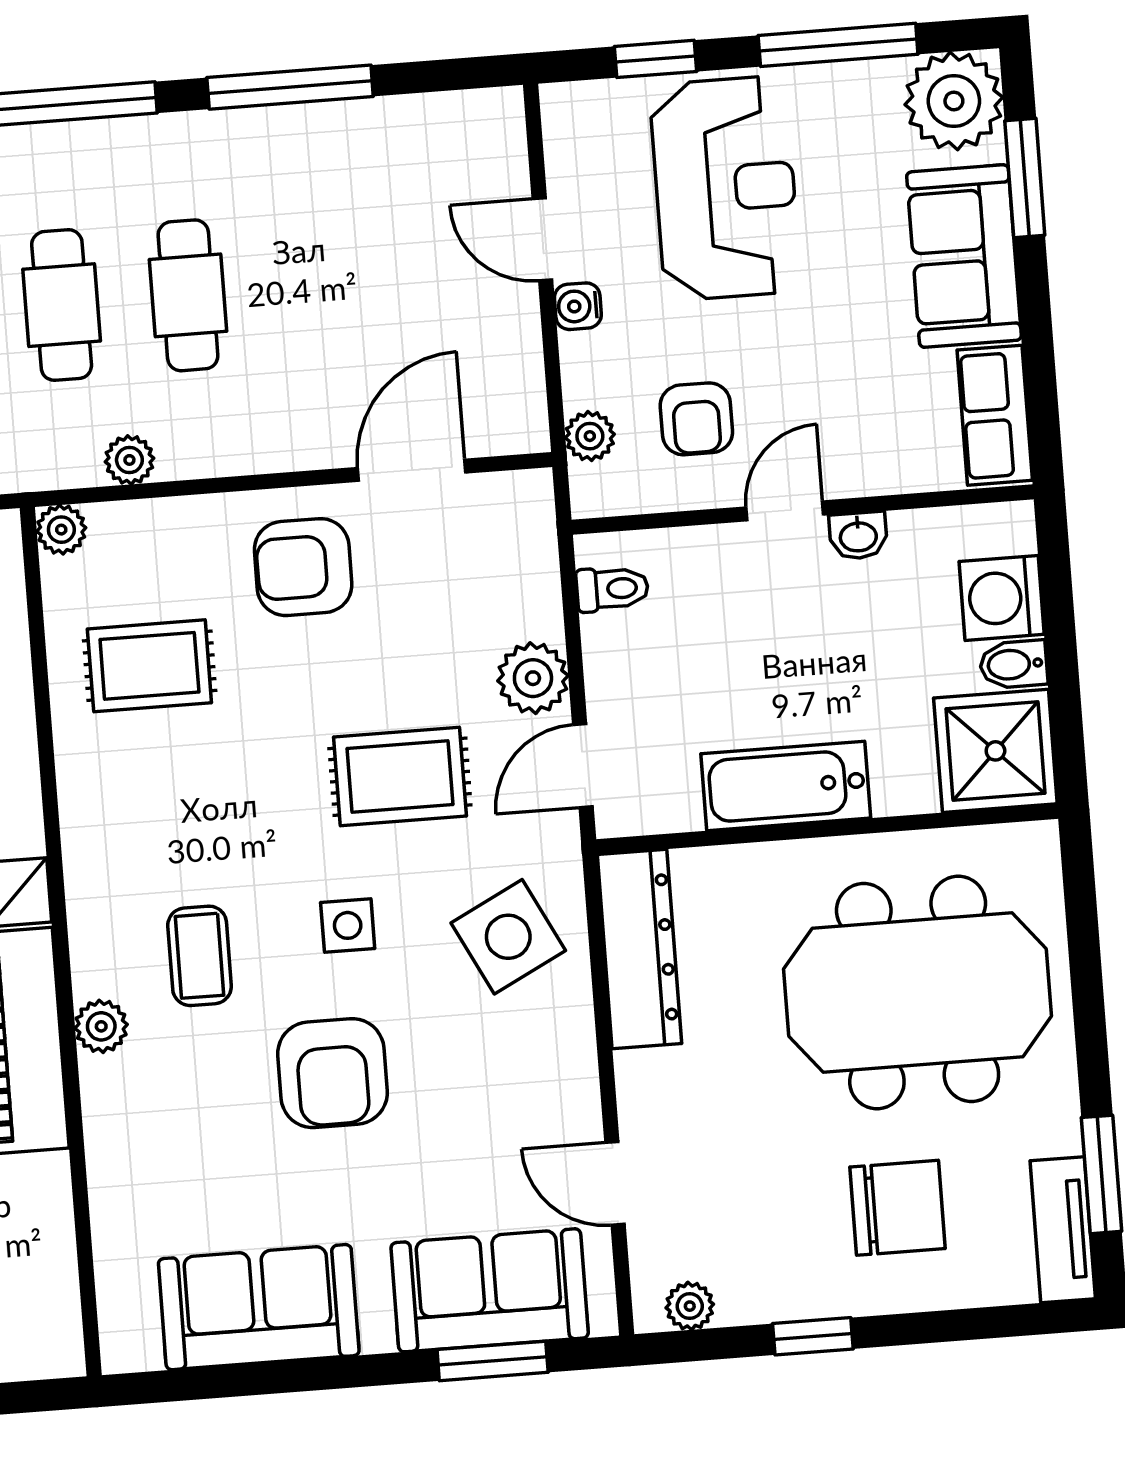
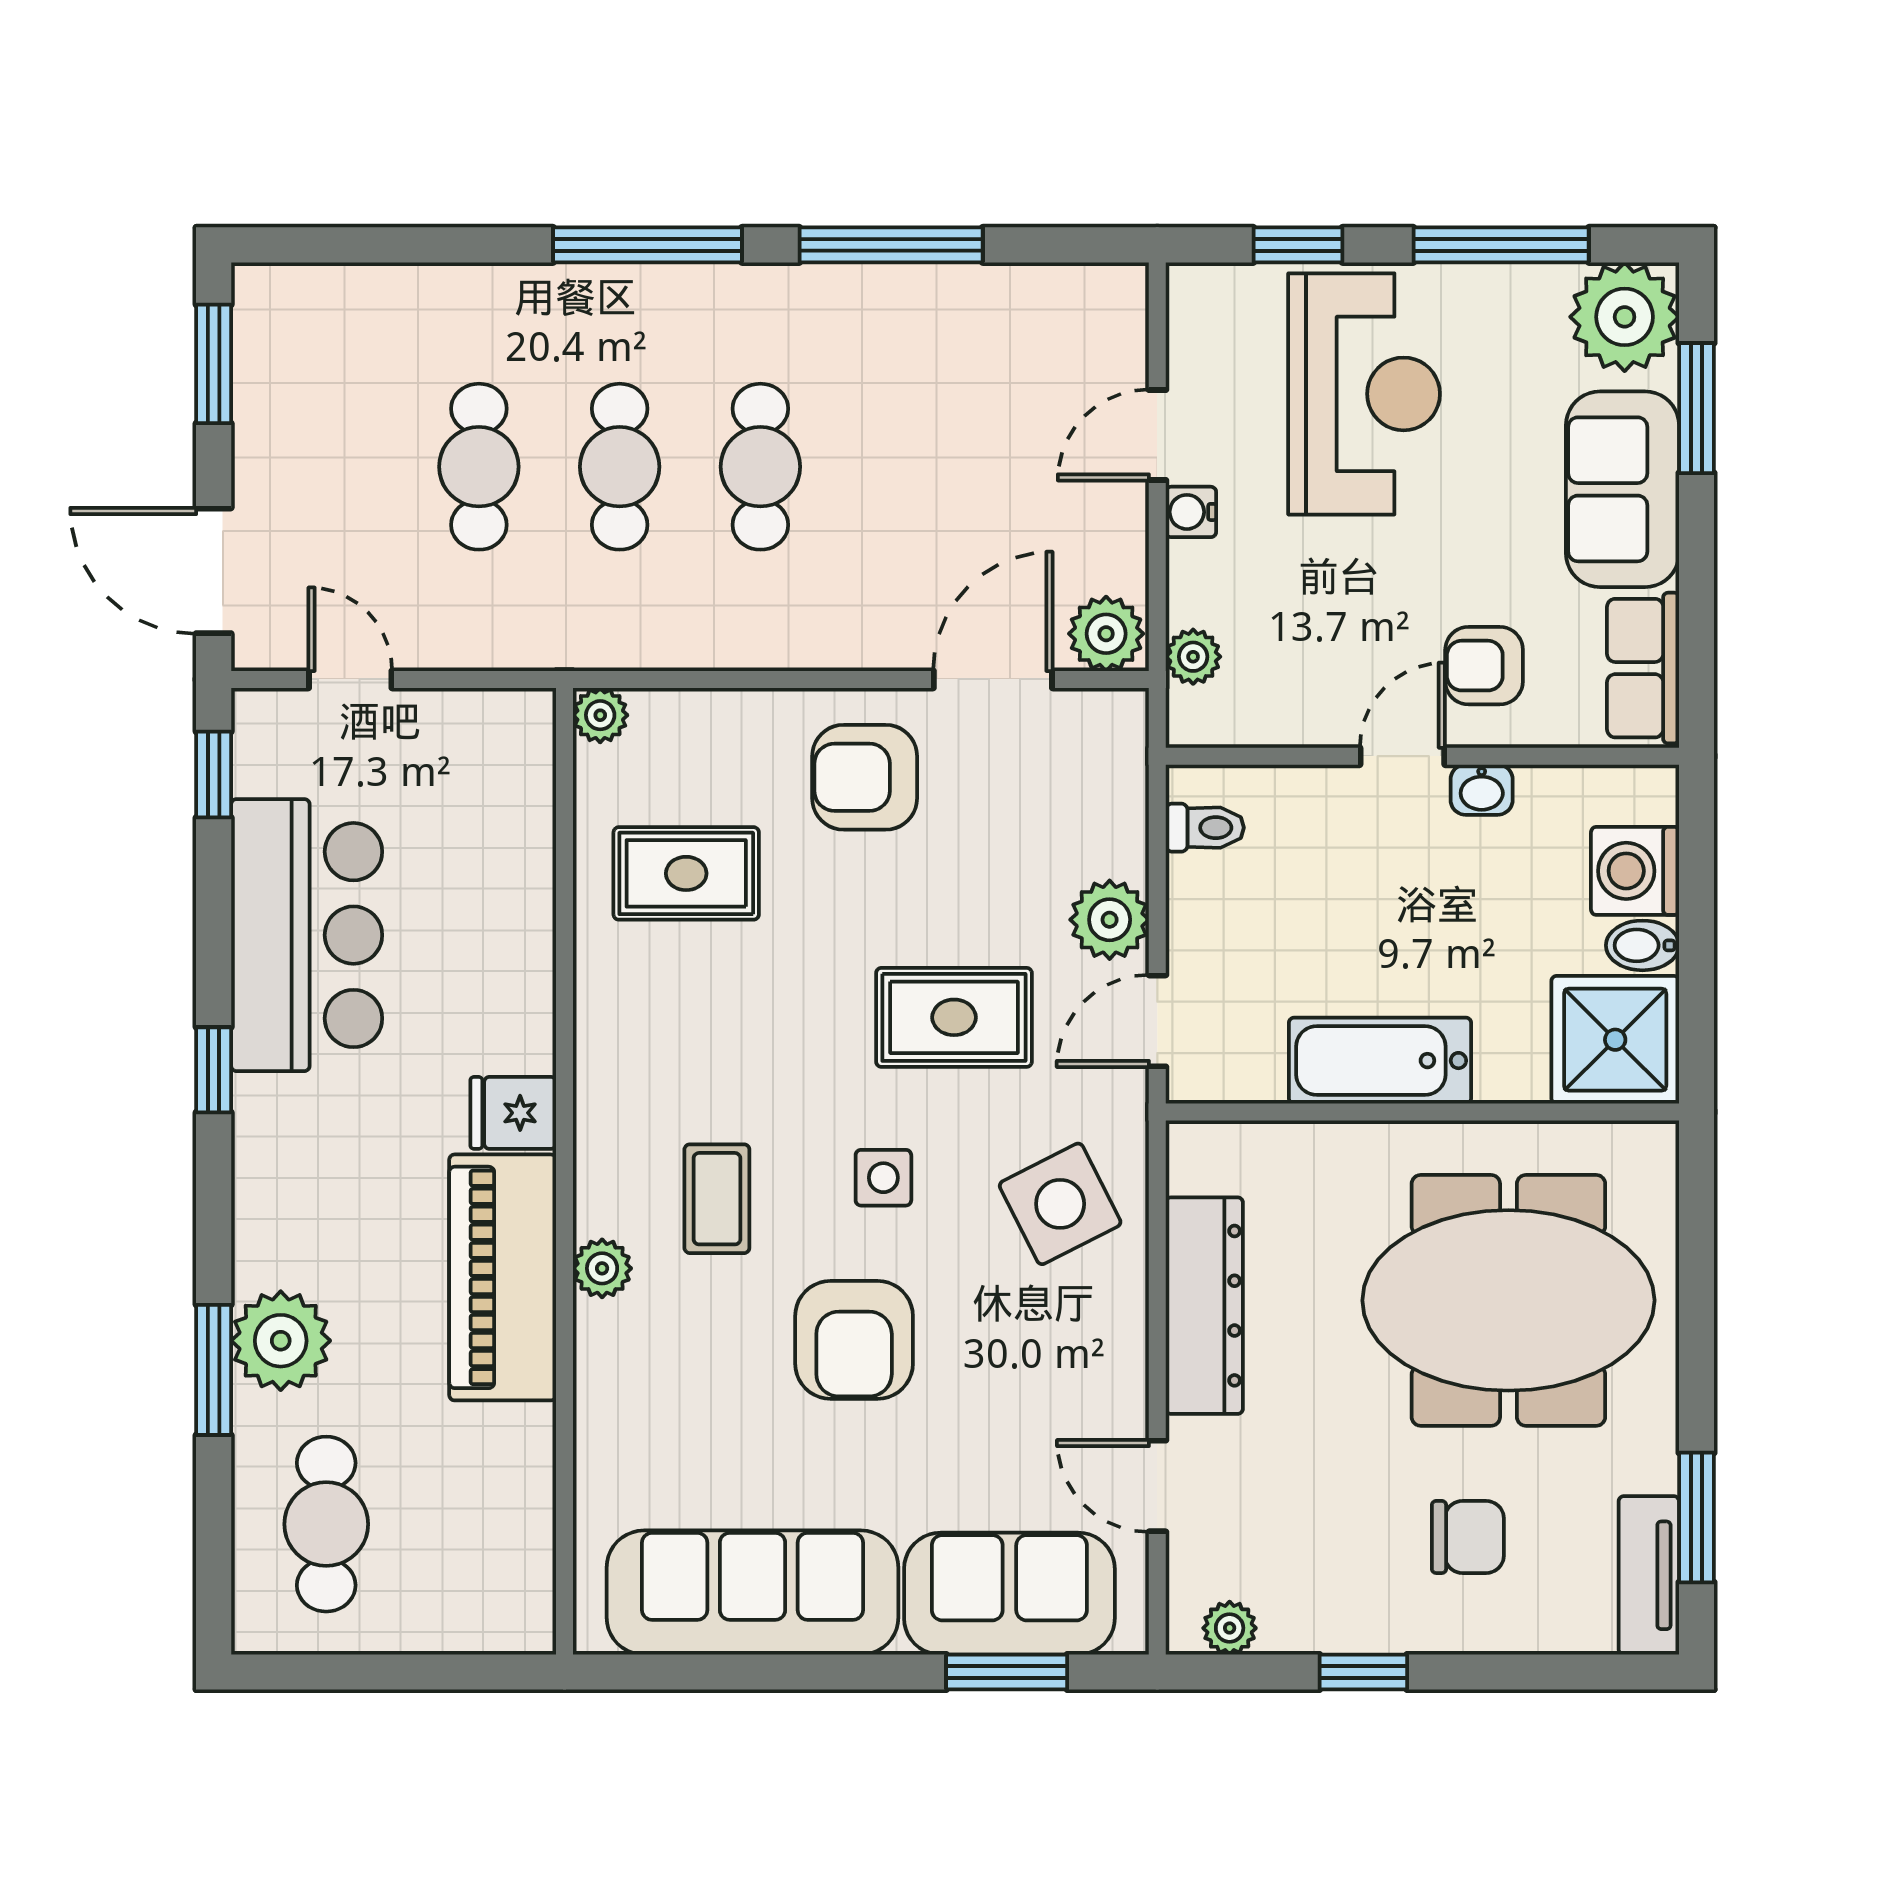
door: (542, 239) -> (1157, 435), hinge flipped
armchair: (696, 419) -> (1484, 666), moved, turned 90
plant: (129, 460) -> (1106, 634), moved, width x1.38, depth x1.38
dresser: (639, 949) -> (1204, 1306), moved
chair: (897, 1208) -> (1468, 1537), width x0.73, depth x0.73
sofa: (259, 1307) -> (752, 1592), width x1.36

